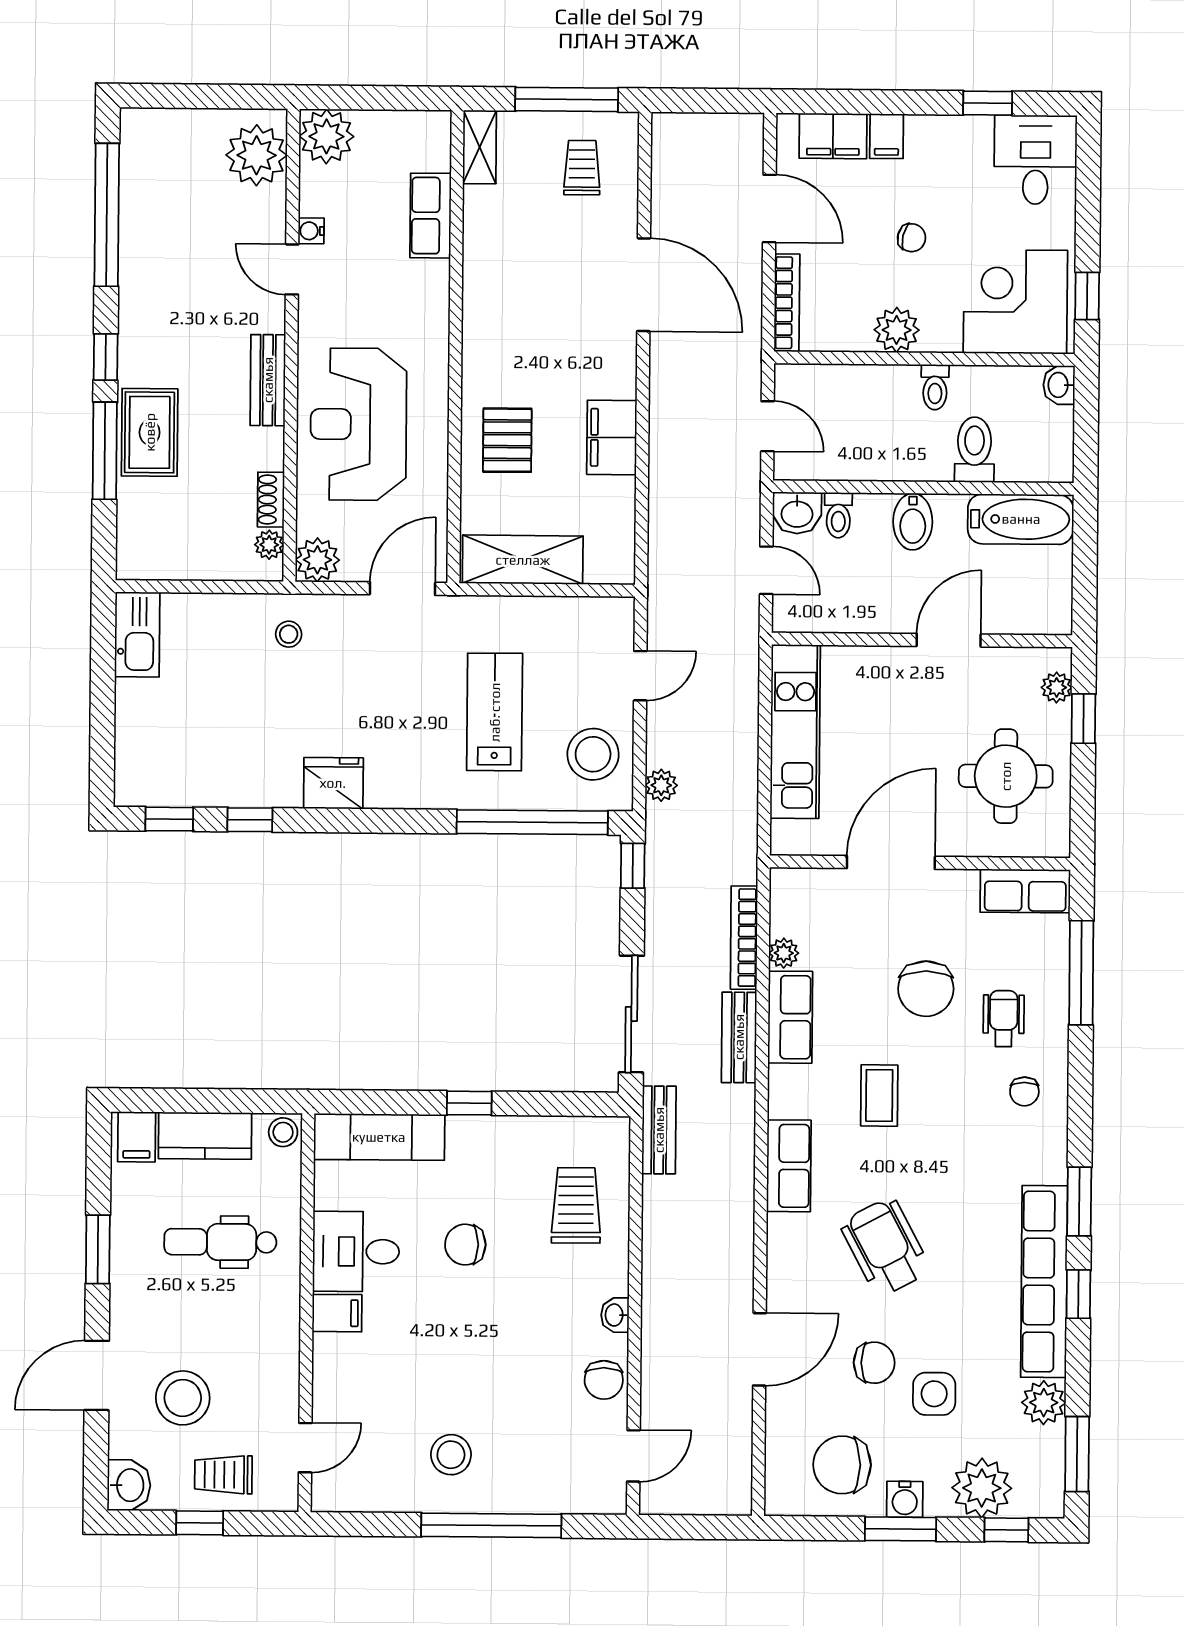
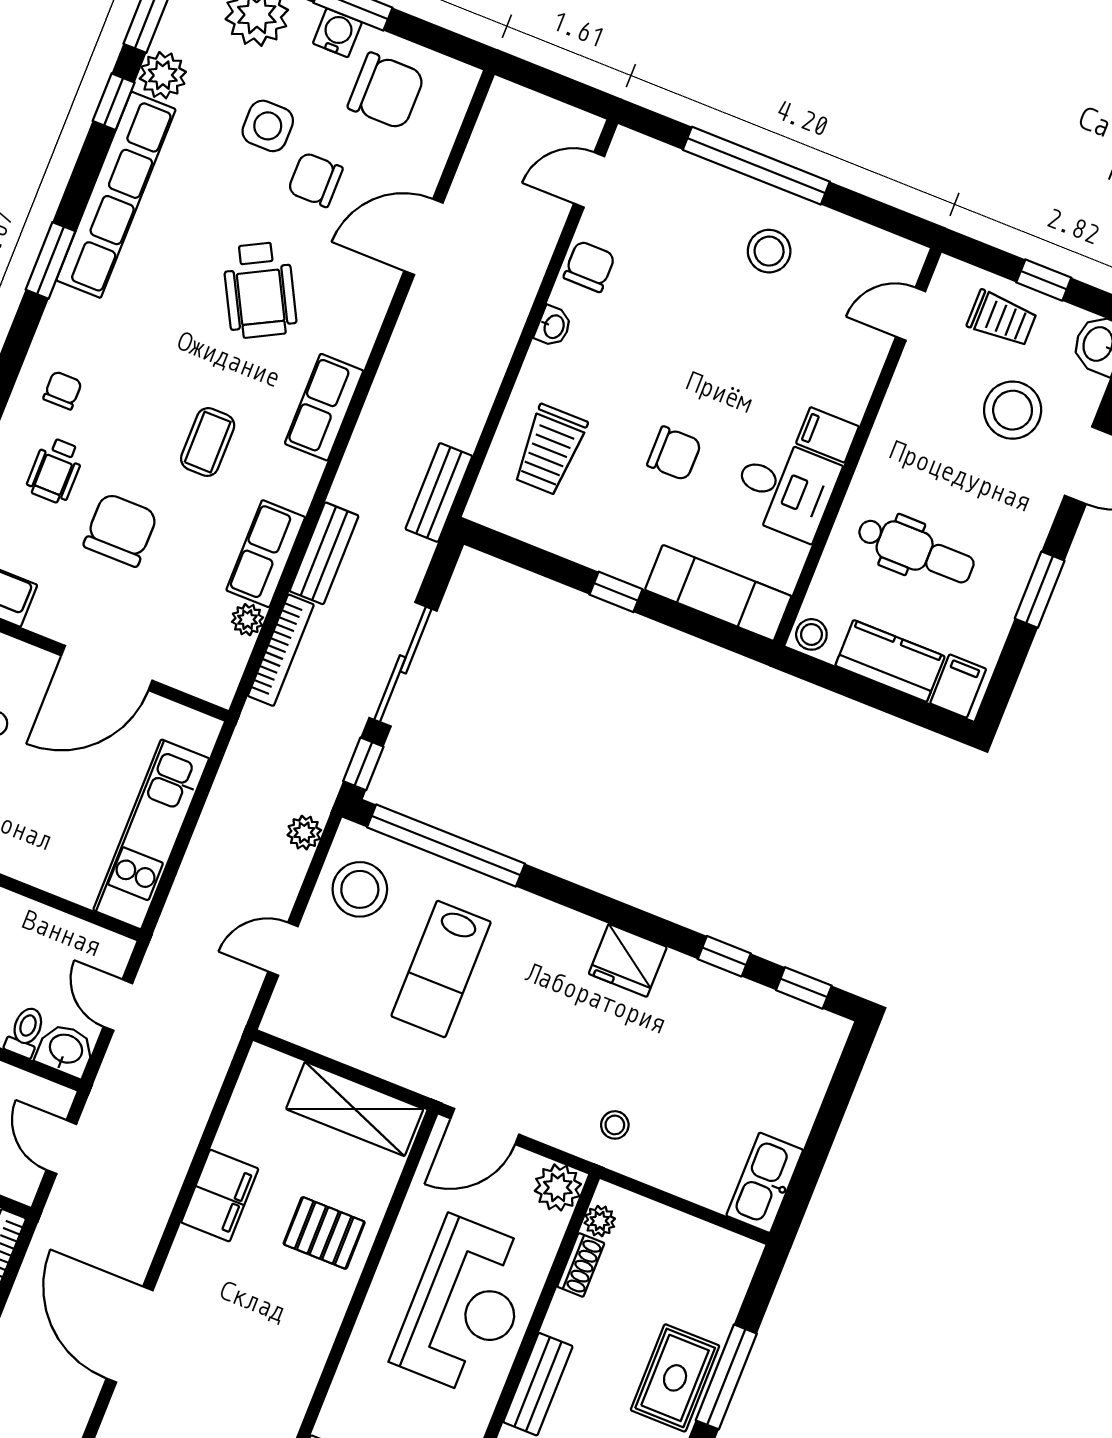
pallet: (507, 440) -> (324, 1233), turned 90
sliding door: (631, 1014) -> (403, 664), moved
window: (1078, 1294) -> (114, 102), moved

